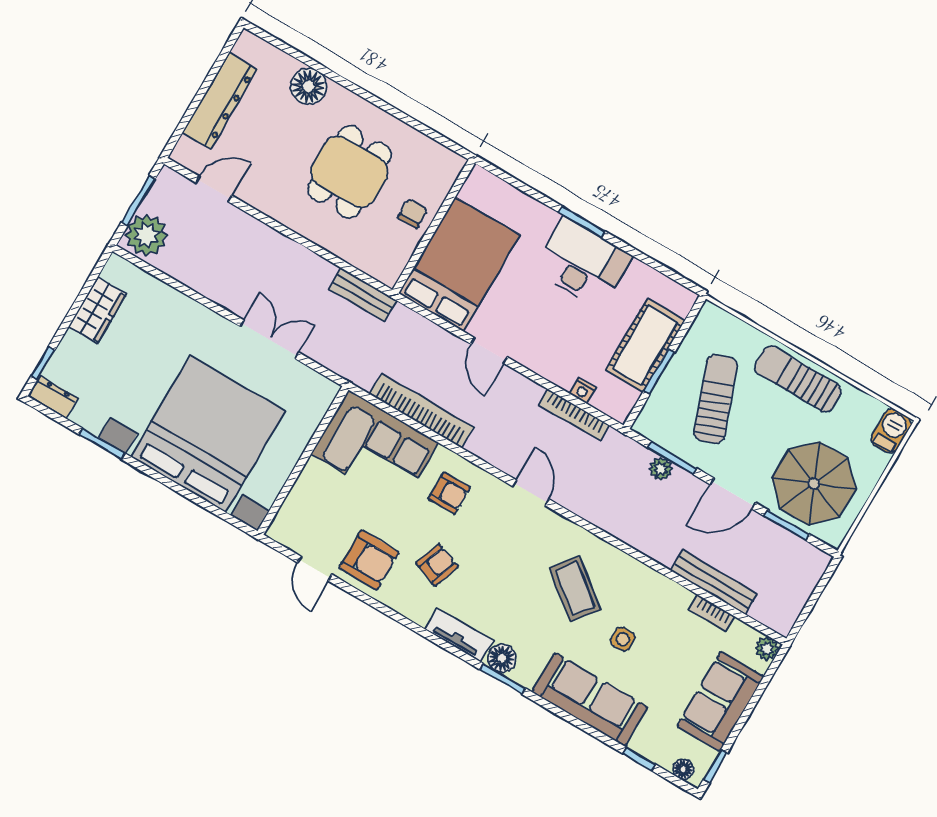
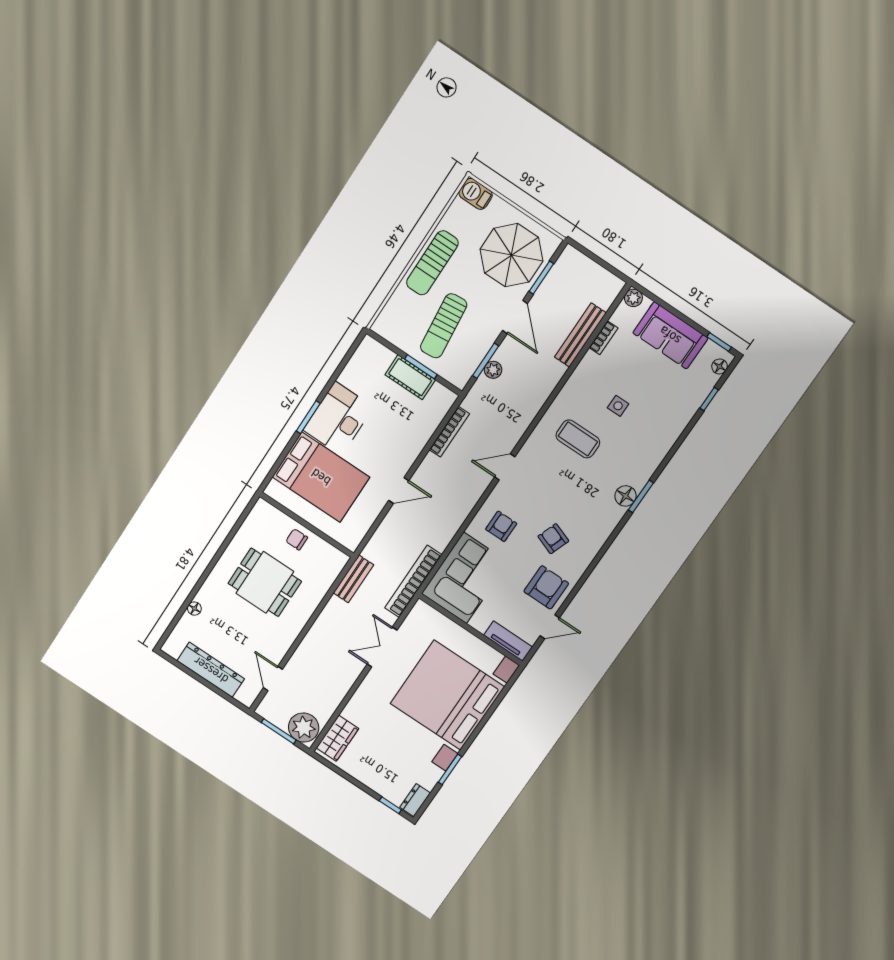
floor lamp: (309, 86) -> (194, 609), width x0.53, depth x0.53
bed: (459, 264) -> (321, 477), moved, turned 180
wardrobe: (97, 310) -> (338, 738), moved, turned 90
cot: (645, 345) -> (410, 377), width x0.73, depth x0.75
nightstand: (583, 391) -> (432, 424), removed
sun lounger: (716, 399) -> (444, 326), turned -76
bookcase: (422, 411) -> (413, 581), moved
coffee table: (575, 589) -> (578, 439), turned 52
tv unit: (459, 635) -> (508, 641), moved, turned 90
sofa: (590, 699) -> (661, 433), removed

